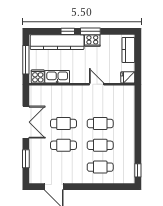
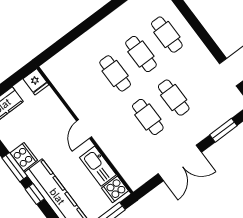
door: (97, 84) -> (84, 129), moved
double door: (26, 122) -> (180, 163), swing flipped

